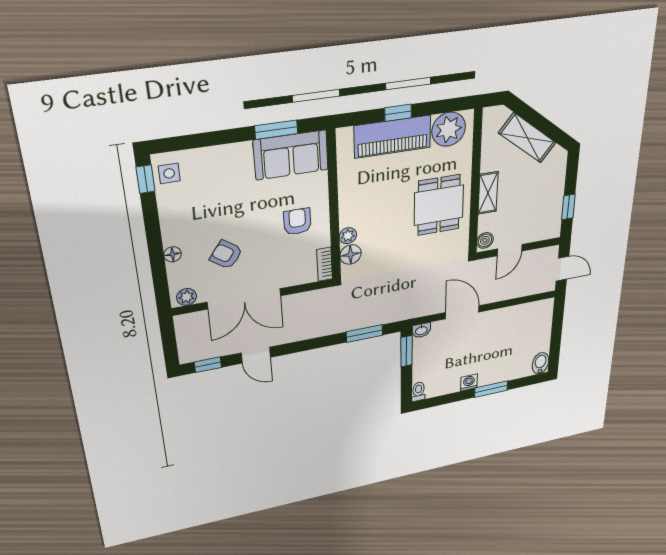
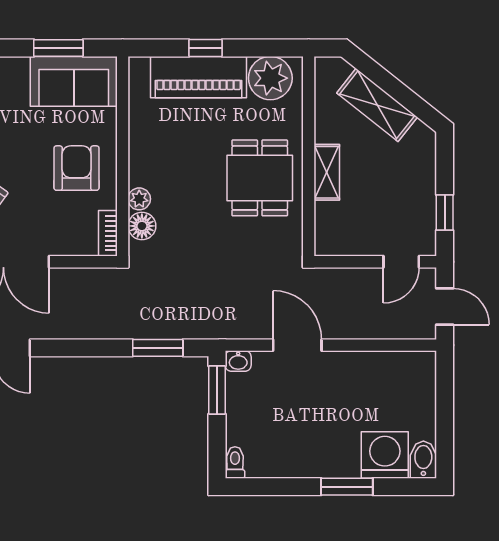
armchair: (297, 221) -> (76, 168), width x1.38, depth x1.38
boiler: (485, 240) -> (326, 240), removed
door: (510, 250) -> (401, 262), moved
washing machine: (469, 382) -> (385, 455), moved, width x1.89, depth x1.89

